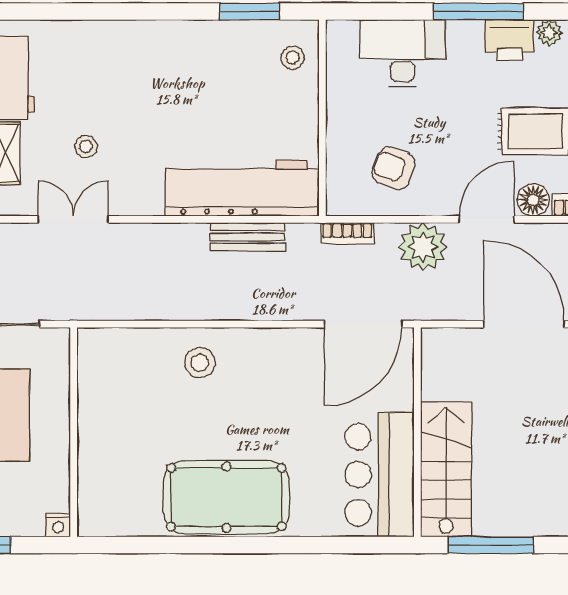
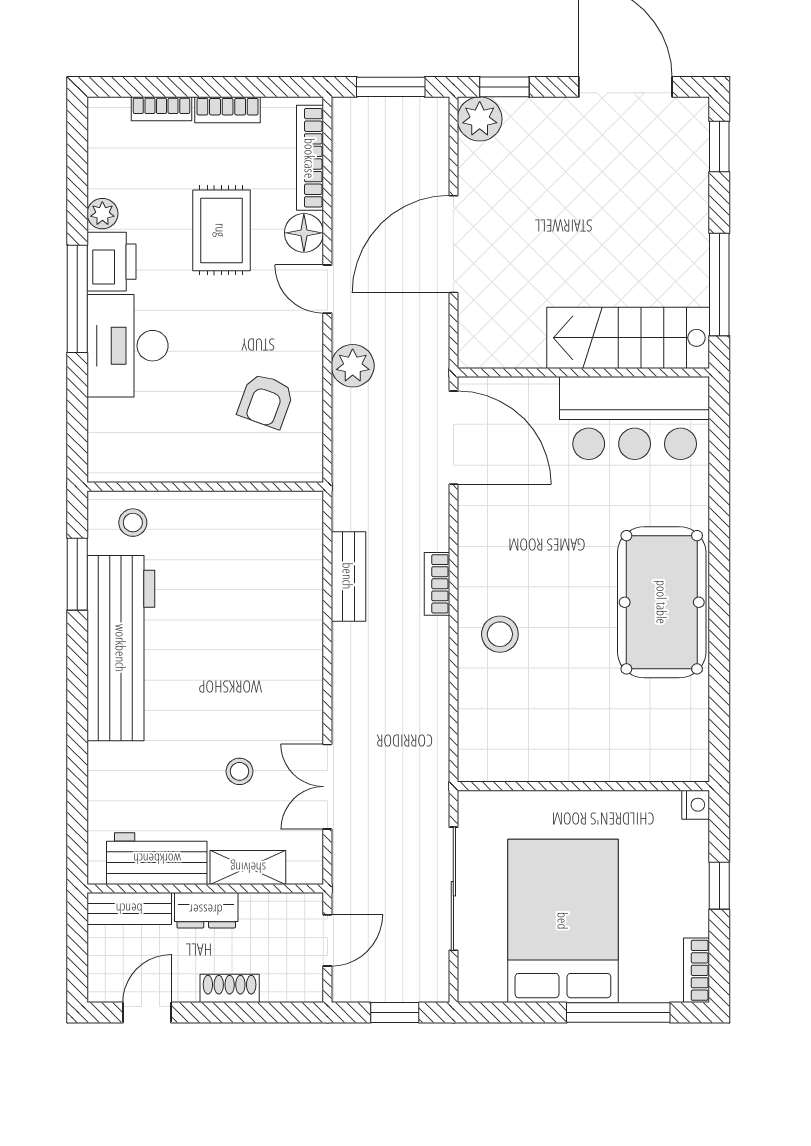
desk: (403, 53) -> (128, 346), moved
workbench: (242, 188) -> (121, 648), moved, turned 180
door: (487, 219) -> (327, 289), width x0.73
bookcase: (347, 233) -> (437, 584), moved, turned 180
plant: (423, 247) -> (353, 366), width x0.73, depth x0.73

